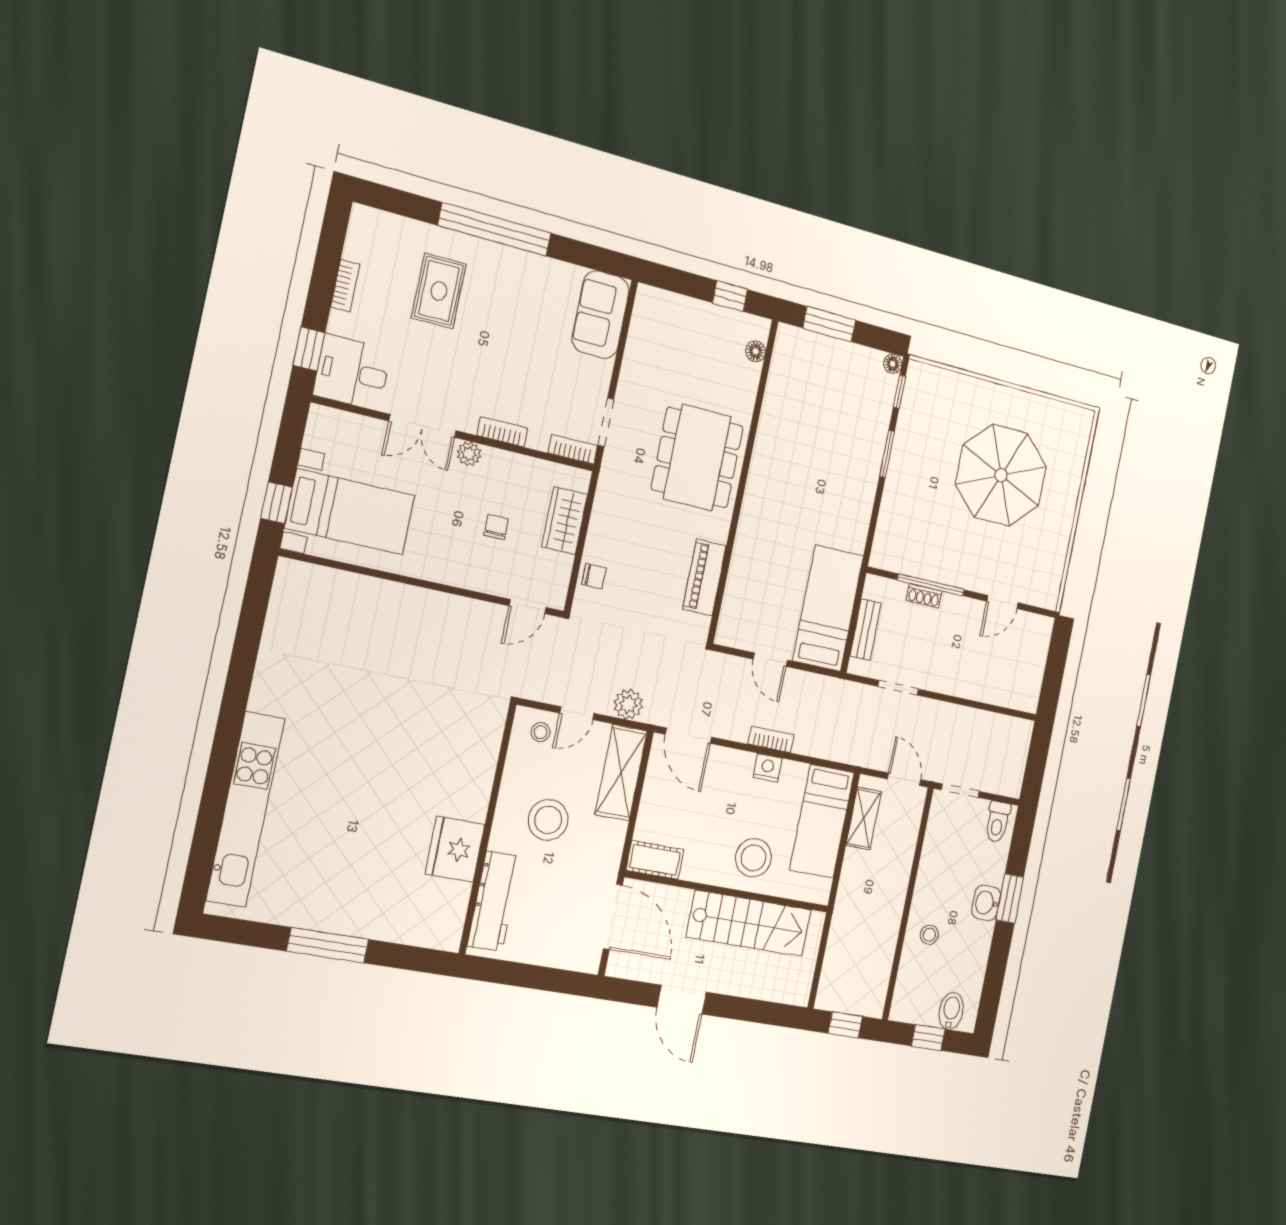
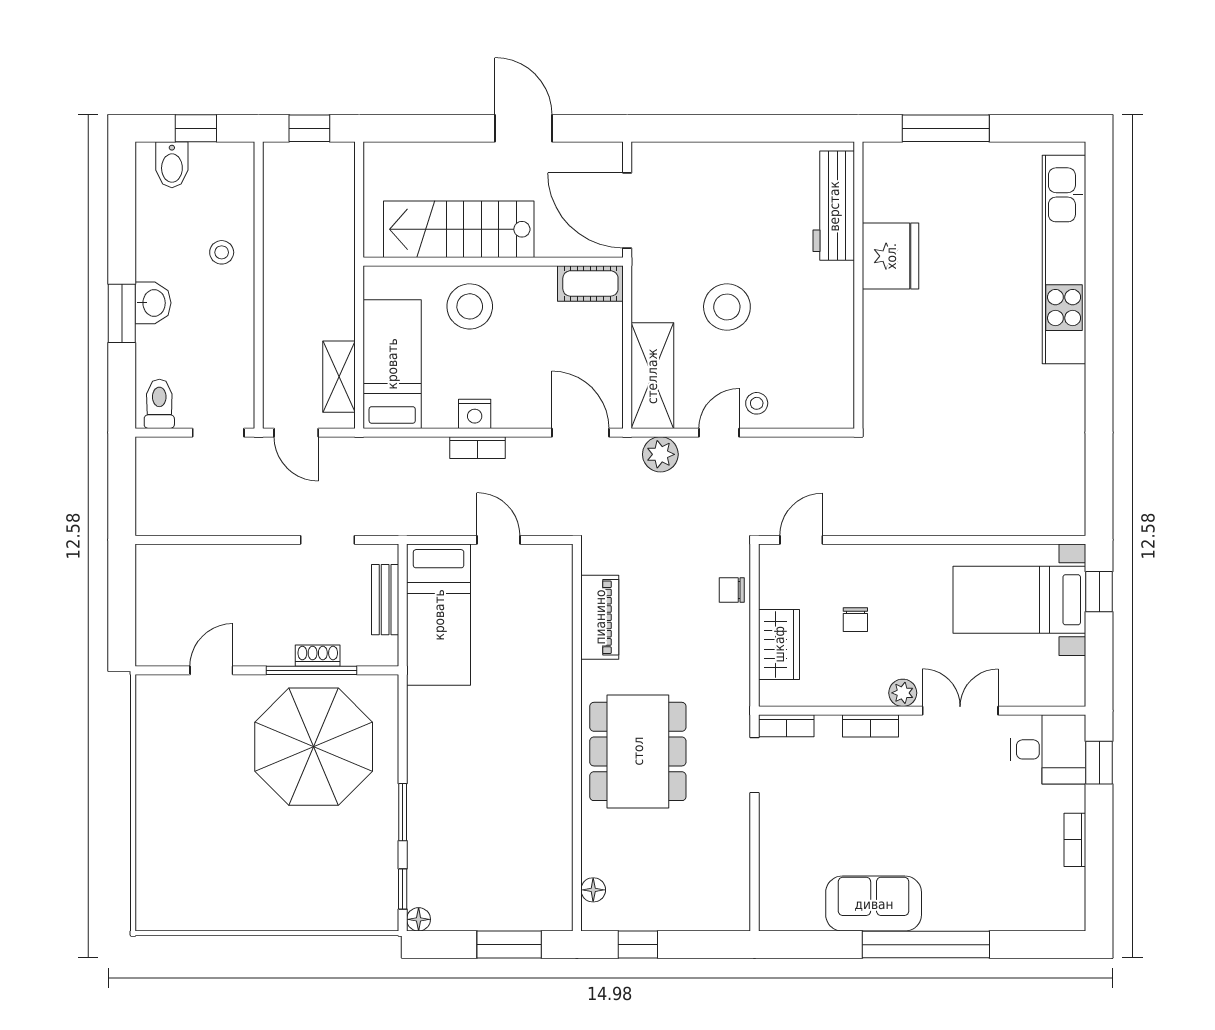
rug: (439, 291) -> (973, 861), removed
sofa: (601, 315) -> (874, 904), moved, turned -90
parasol: (1001, 475) -> (314, 747), moved
wall: (488, 829) -> (858, 285), moved
fridge: (455, 849) -> (891, 256), moved
workbench: (494, 901) -> (834, 206), moved

